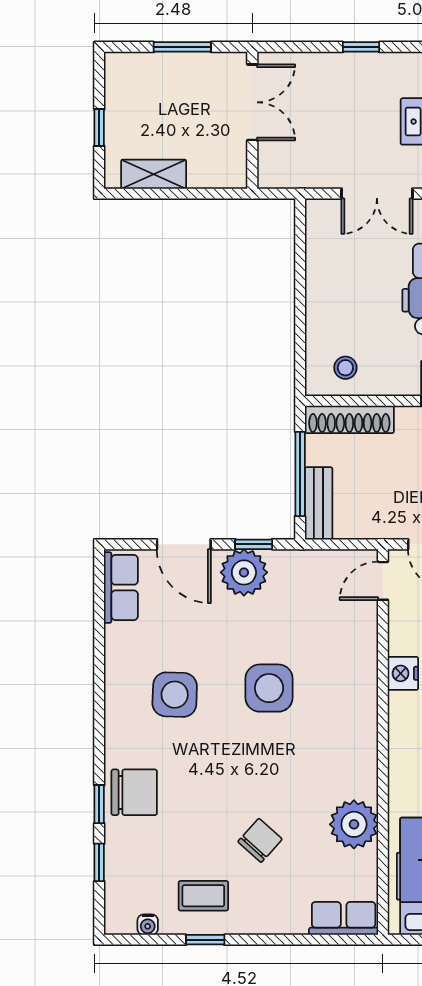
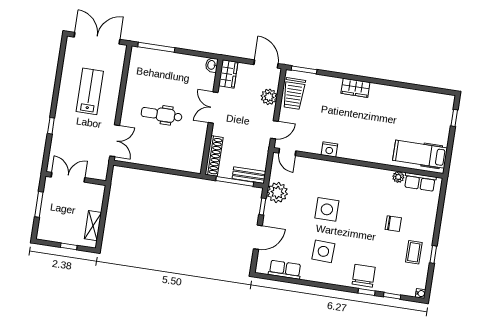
double door: (377, 194) -> (115, 141), moved
stool: (345, 368) -> (191, 154), removed
plant: (244, 572) -> (277, 192), moved
row of seats: (121, 588) -> (285, 270), moved
plant: (354, 824) -> (398, 177), width x0.53, depth x0.53
chair: (260, 840) -> (393, 224), turned 138
row of seats: (344, 918) -> (420, 182), moved, turned -90
water cooler: (148, 925) -> (421, 293), moved

